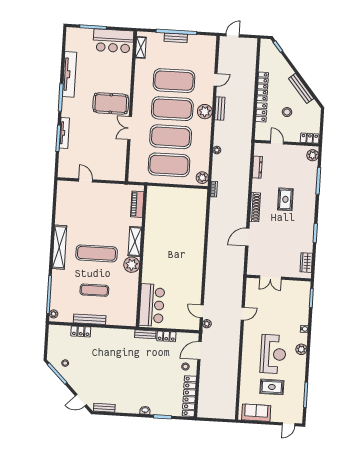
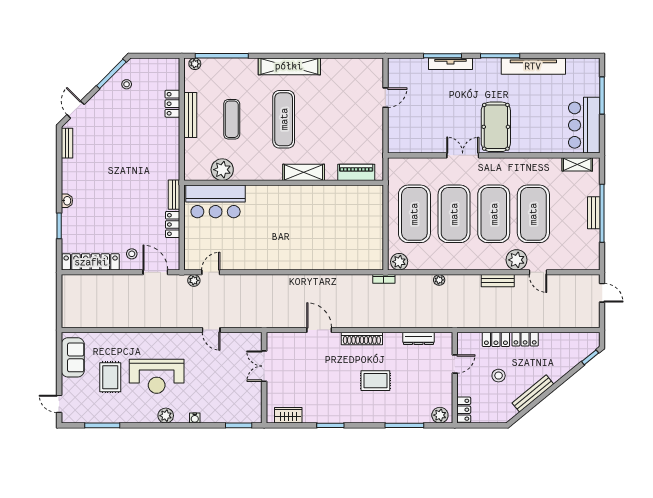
locker: (263, 87) -> (525, 339), width x0.66
plant: (205, 112) -> (517, 260), moved
plant: (132, 265) -> (222, 170), moved

